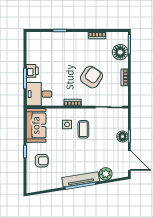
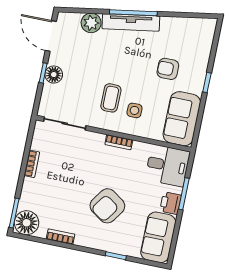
sofa: (35, 48) -> (158, 237), added
floor lamp: (120, 52) -> (27, 223), moved
armchair: (91, 77) -> (107, 206), moved
armchair: (42, 161) -> (168, 69), moved

